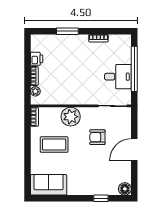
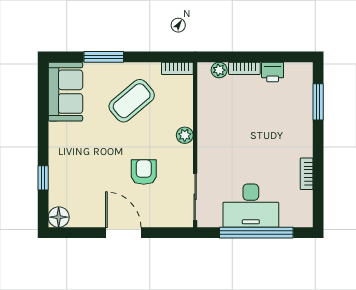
window: (67, 31) -> (318, 102), moved
desk: (118, 77) -> (251, 206), width x1.37
plant: (71, 117) -> (185, 135), width x0.53, depth x0.53
coffee table: (54, 145) -> (132, 101), turned 50
window: (27, 162) -> (104, 57), added

